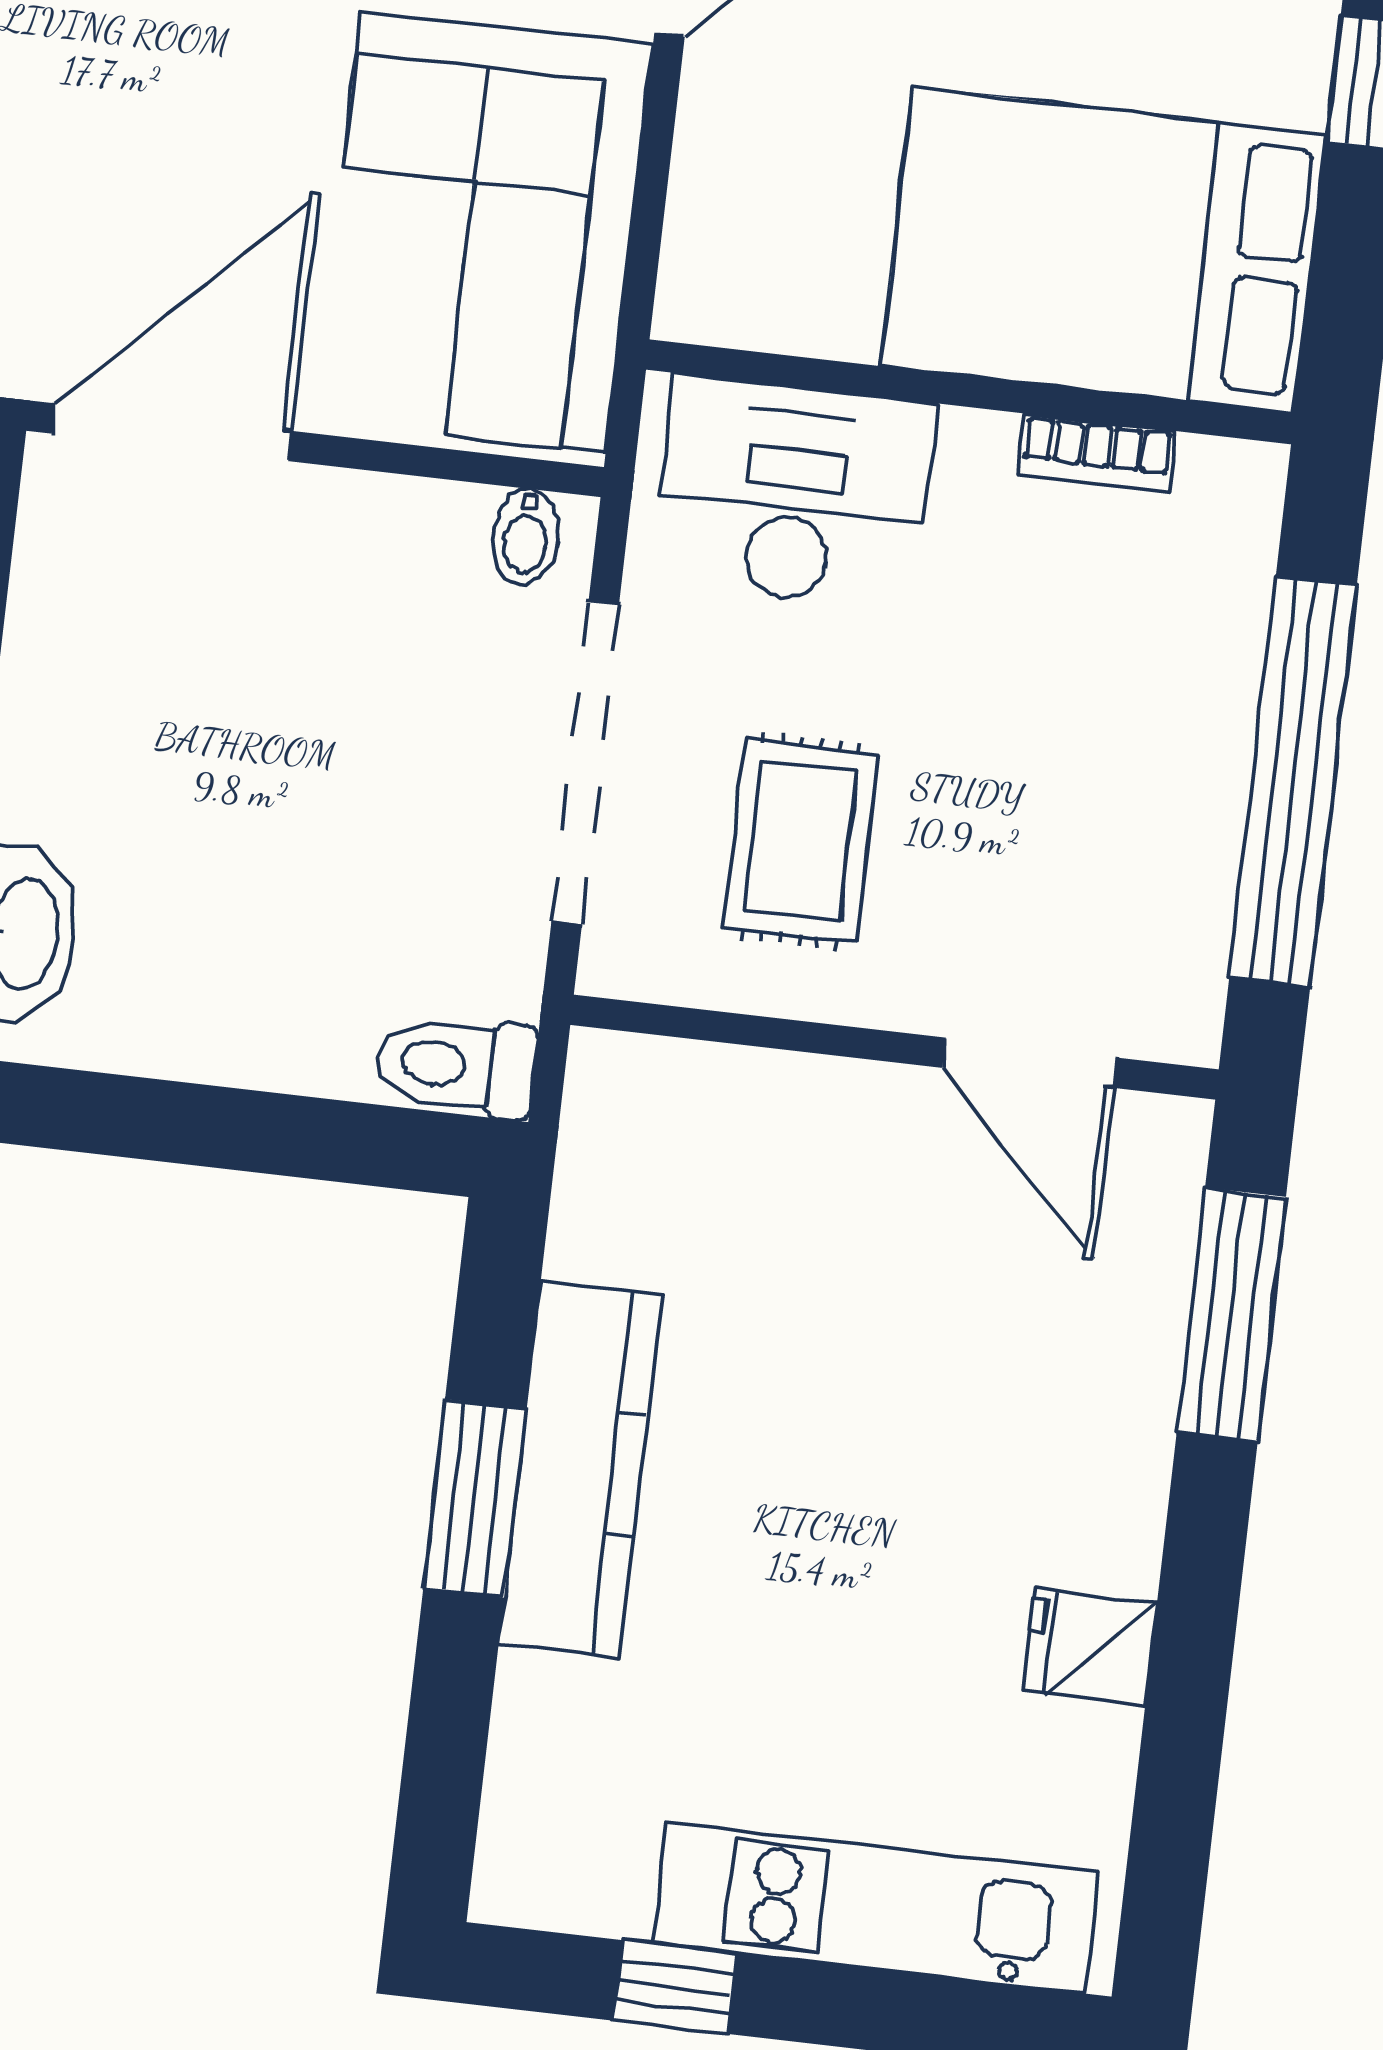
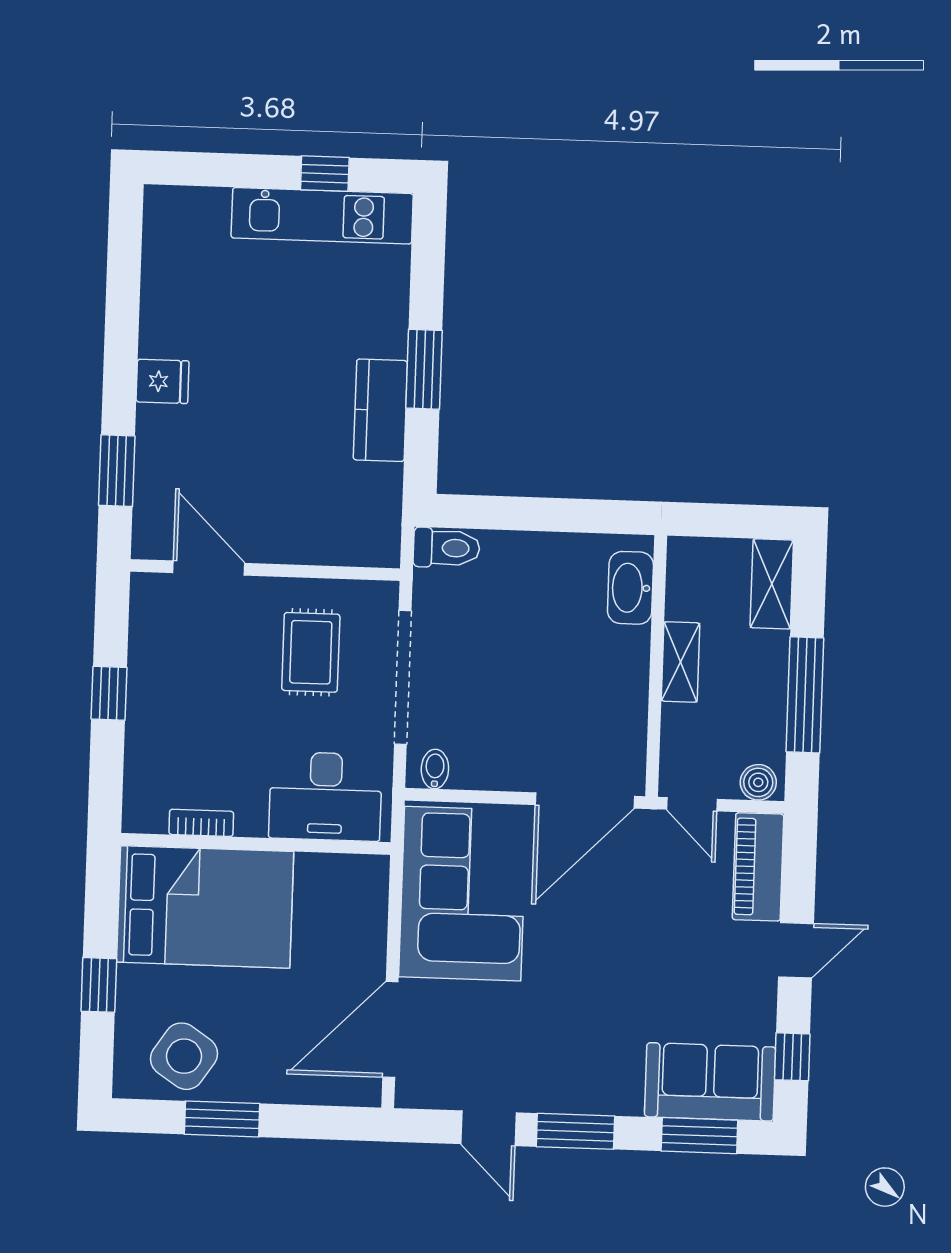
window: (1293, 782) -> (109, 693), width x0.32
window: (1231, 1314) -> (117, 471), width x0.69
kitchen counter: (580, 1469) -> (380, 410), width x0.67
fridge: (1090, 1648) -> (163, 381), moved
kitchen unit: (875, 1908) -> (322, 216), moved

